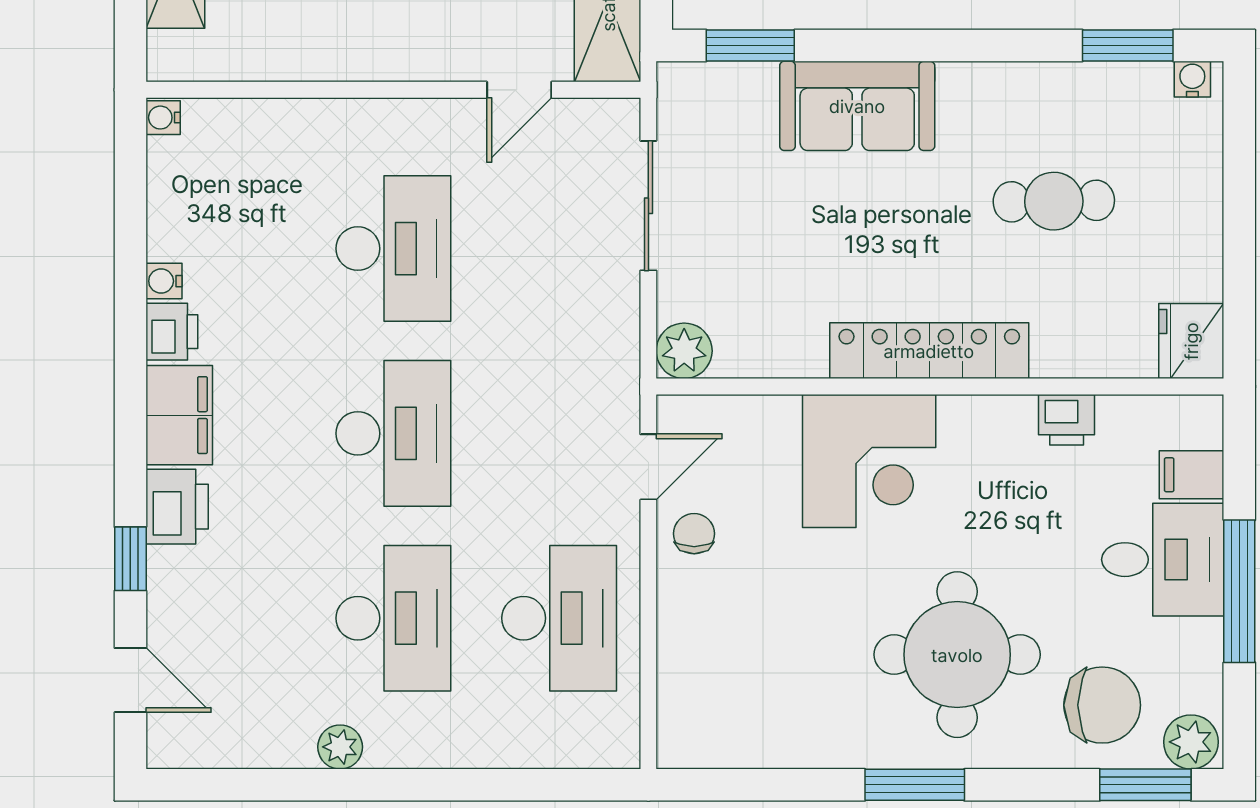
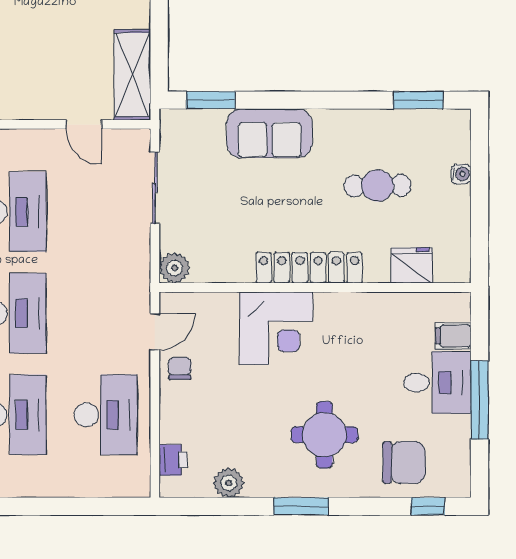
water cooler: (1192, 79) -> (461, 174), moved, turned 90
door: (519, 90) -> (84, 124), hinge flipped
fridge: (1191, 341) -> (412, 265), moved, turned 90
printer: (1067, 420) -> (173, 460), moved, turned -90
round table: (957, 655) -> (324, 435), width x0.73, depth x0.73
plant: (1191, 742) -> (229, 483), moved
window: (1145, 785) -> (428, 506), width x0.67

